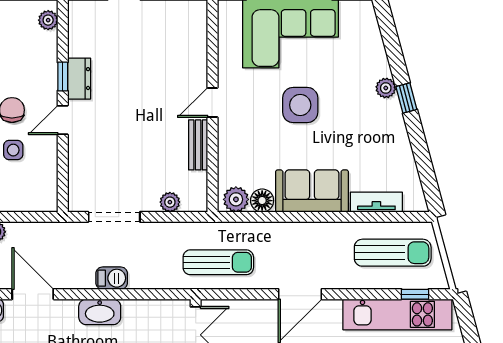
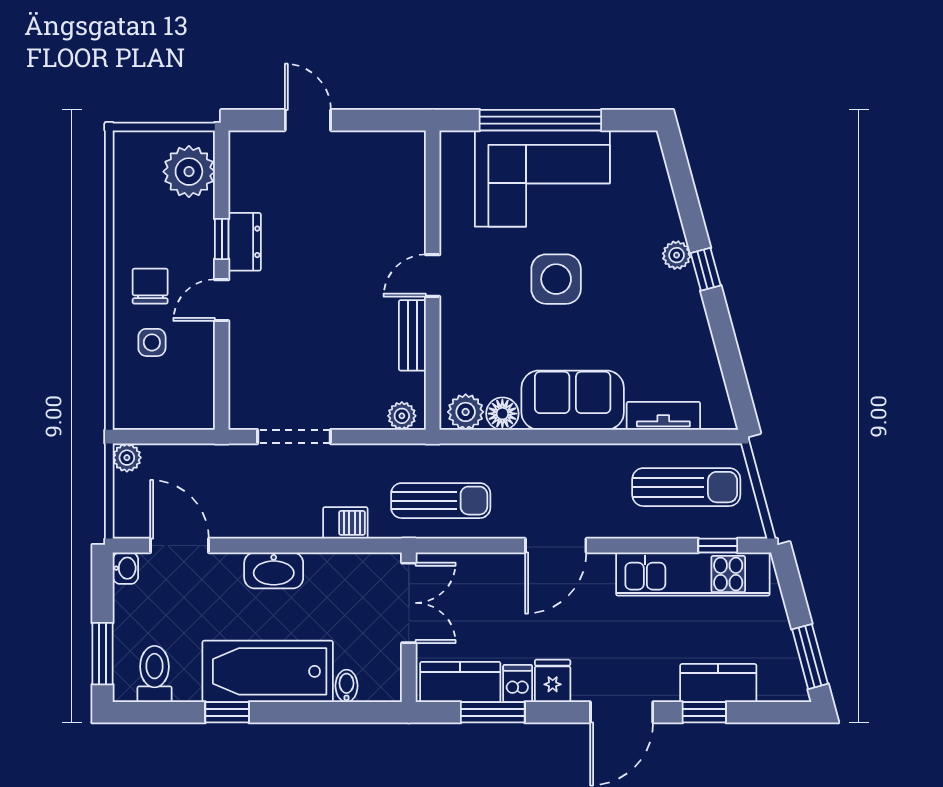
plant: (48, 20) -> (189, 172), width x1.87, depth x1.87
plant: (170, 202) -> (402, 416), moved
barbecue: (112, 278) -> (345, 523), moved

